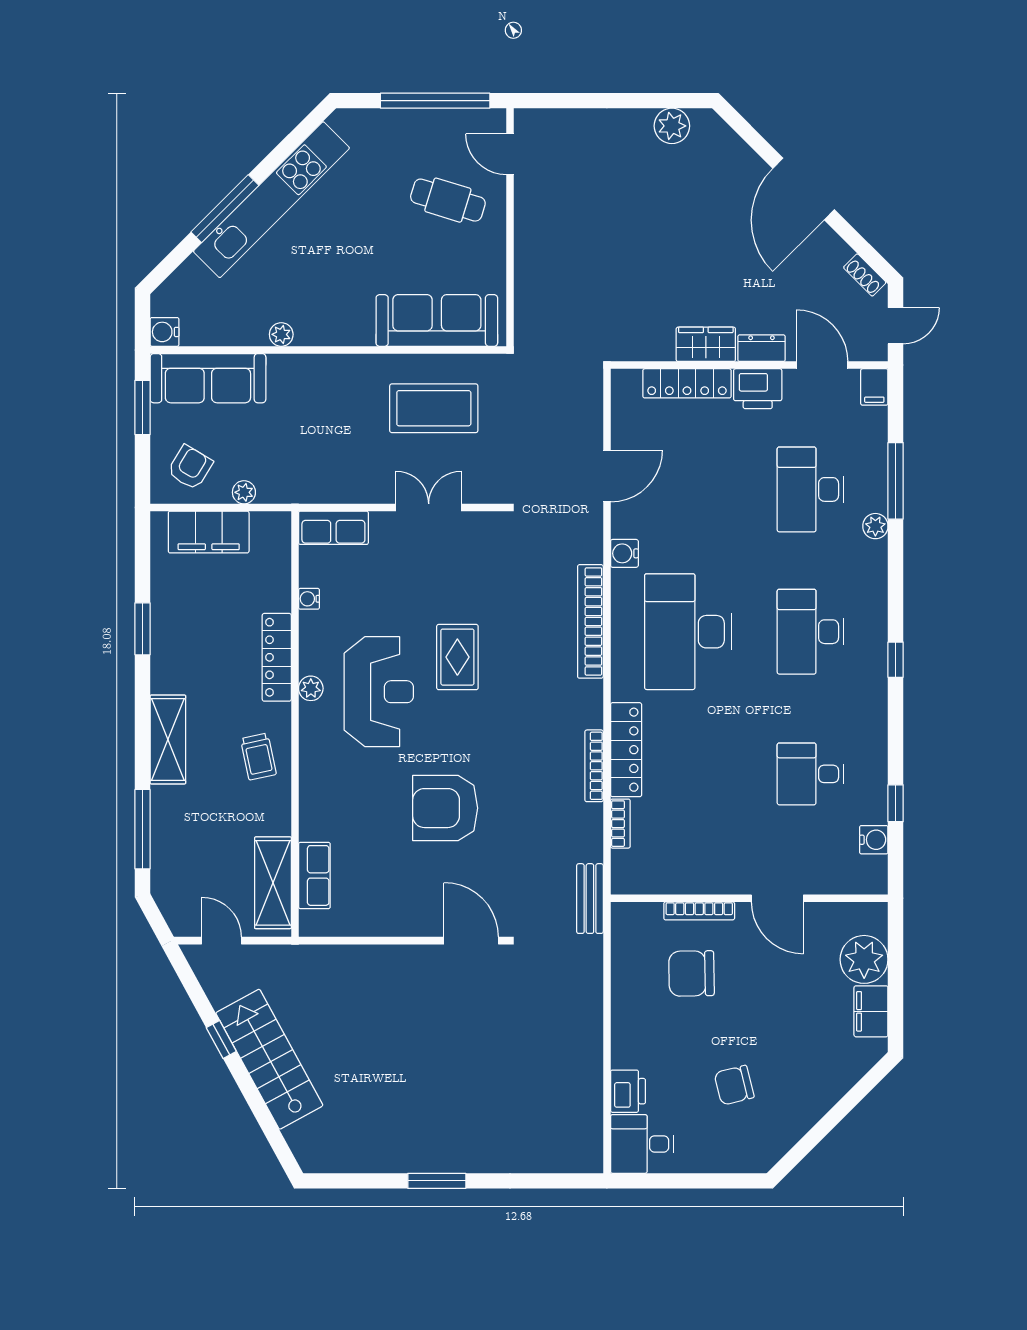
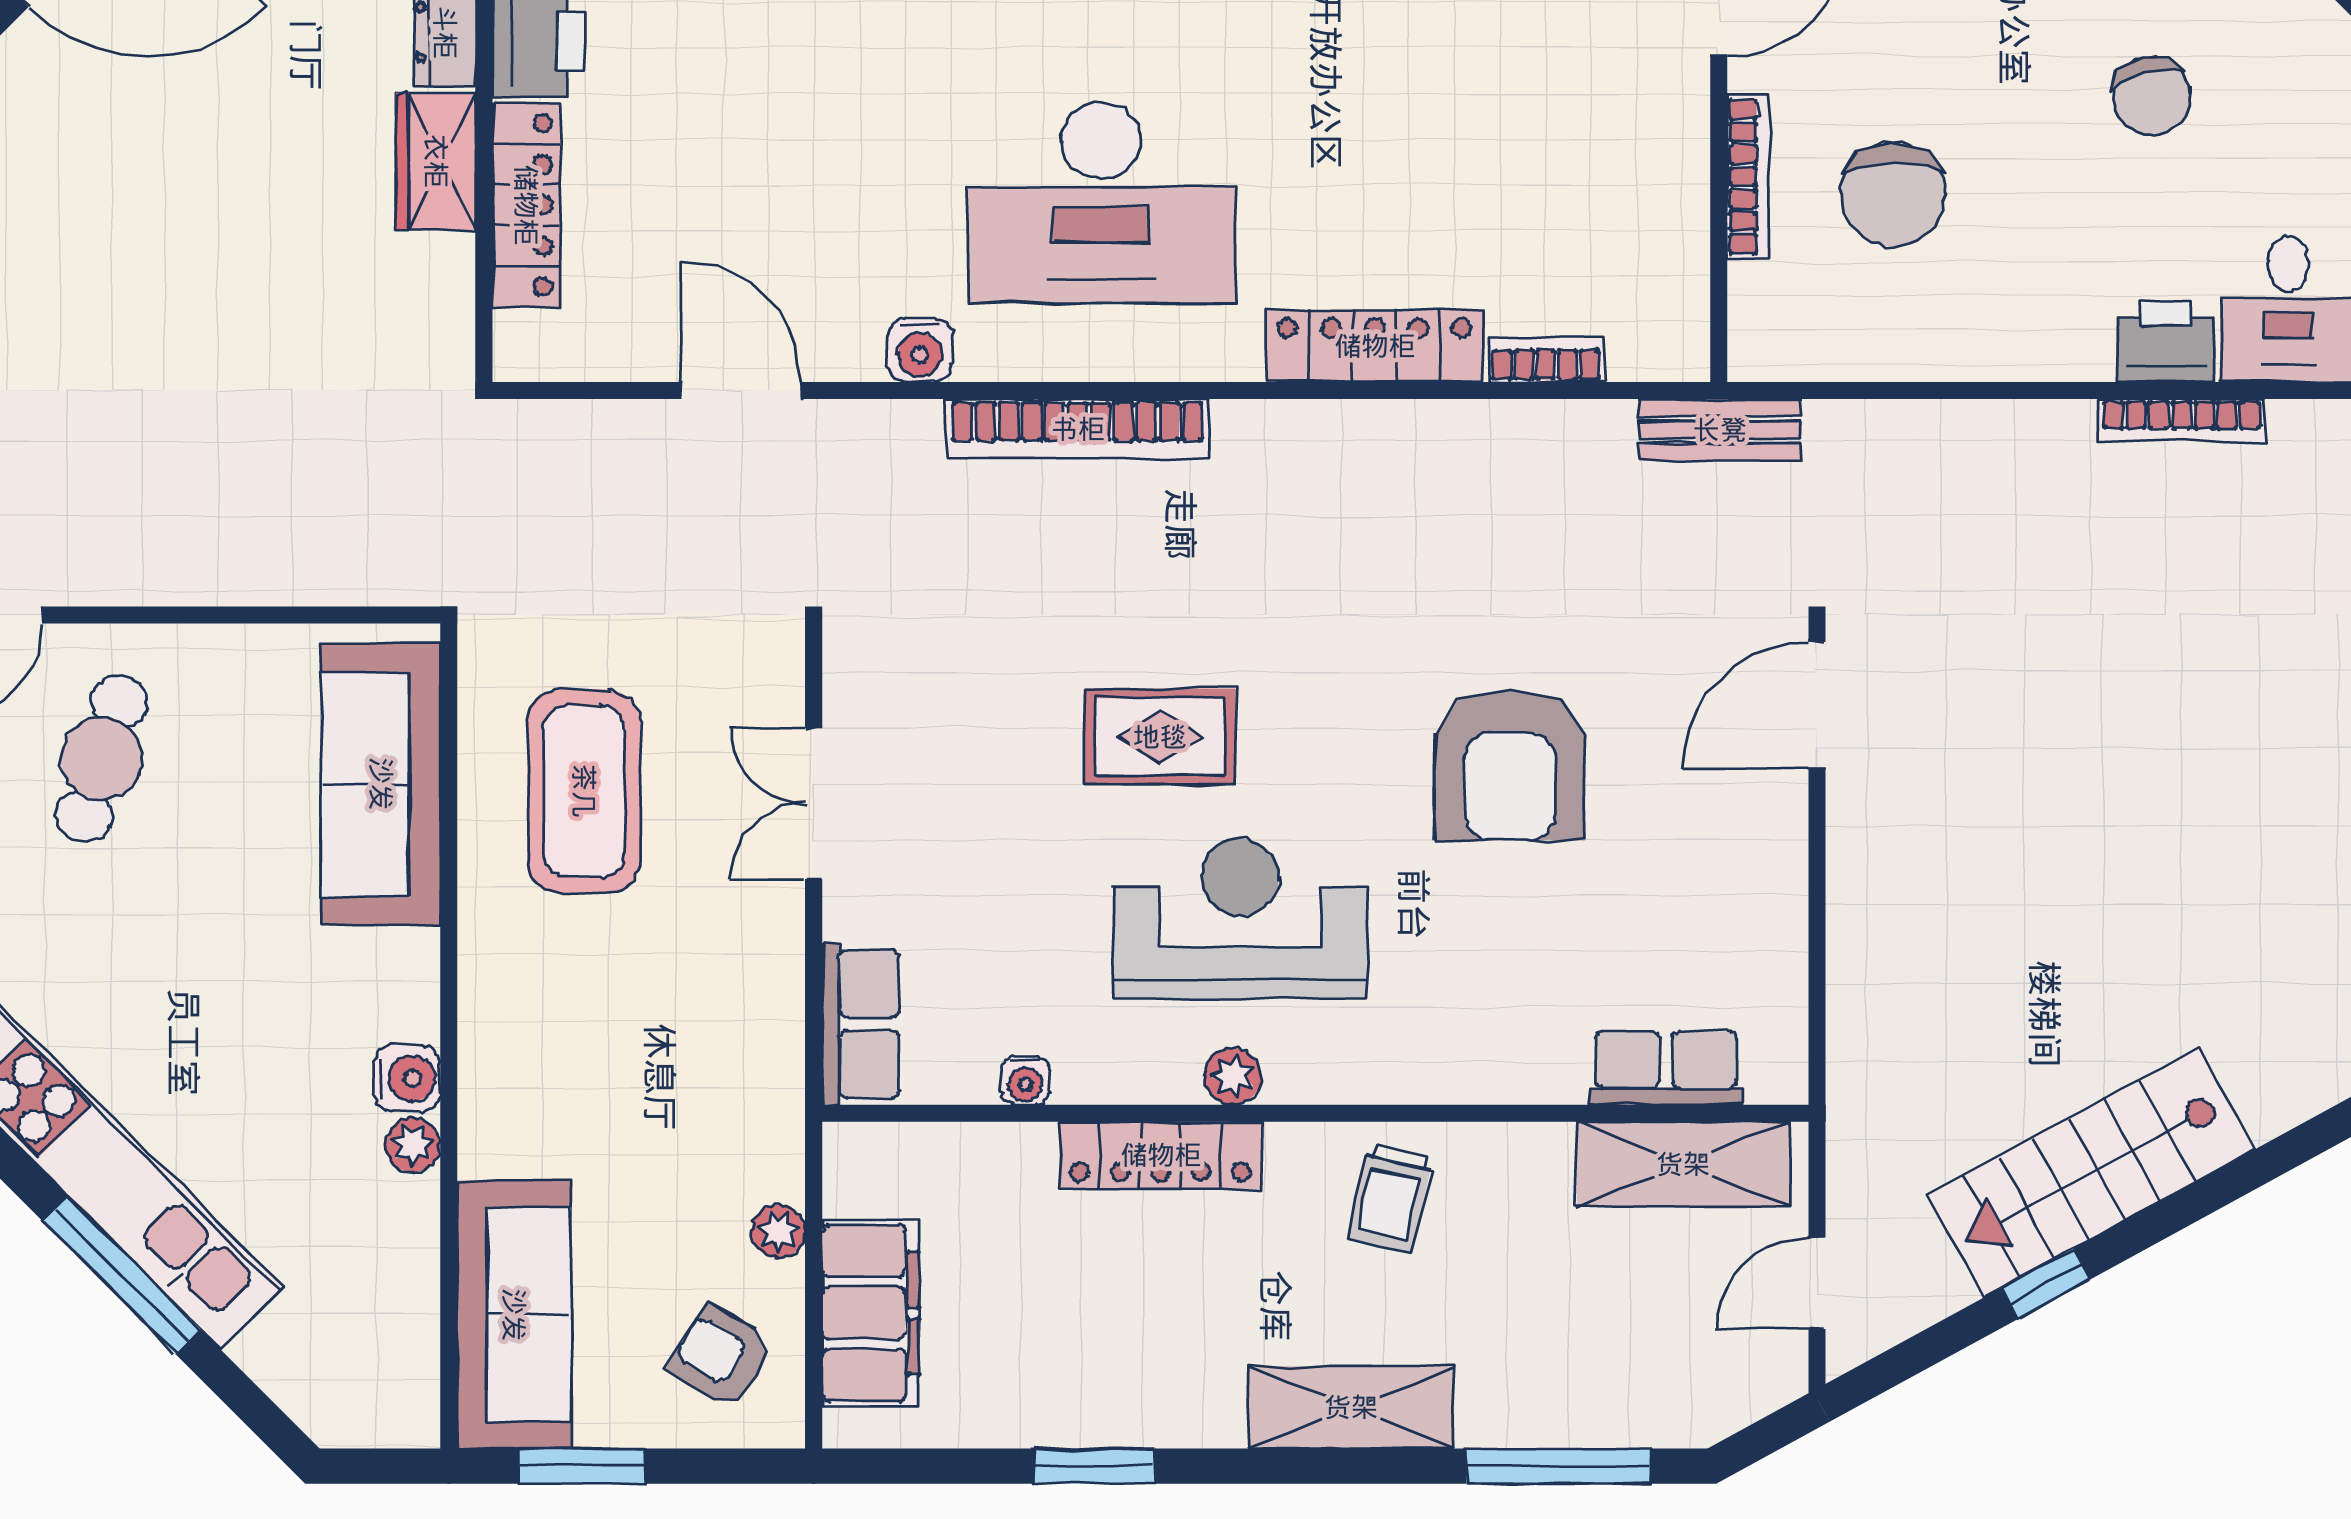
water cooler: (165, 332) -> (407, 1078), moved, turned -90
trolley: (258, 756) -> (1390, 1198), turned 115
bookcase: (594, 766) -> (2182, 420), moved

